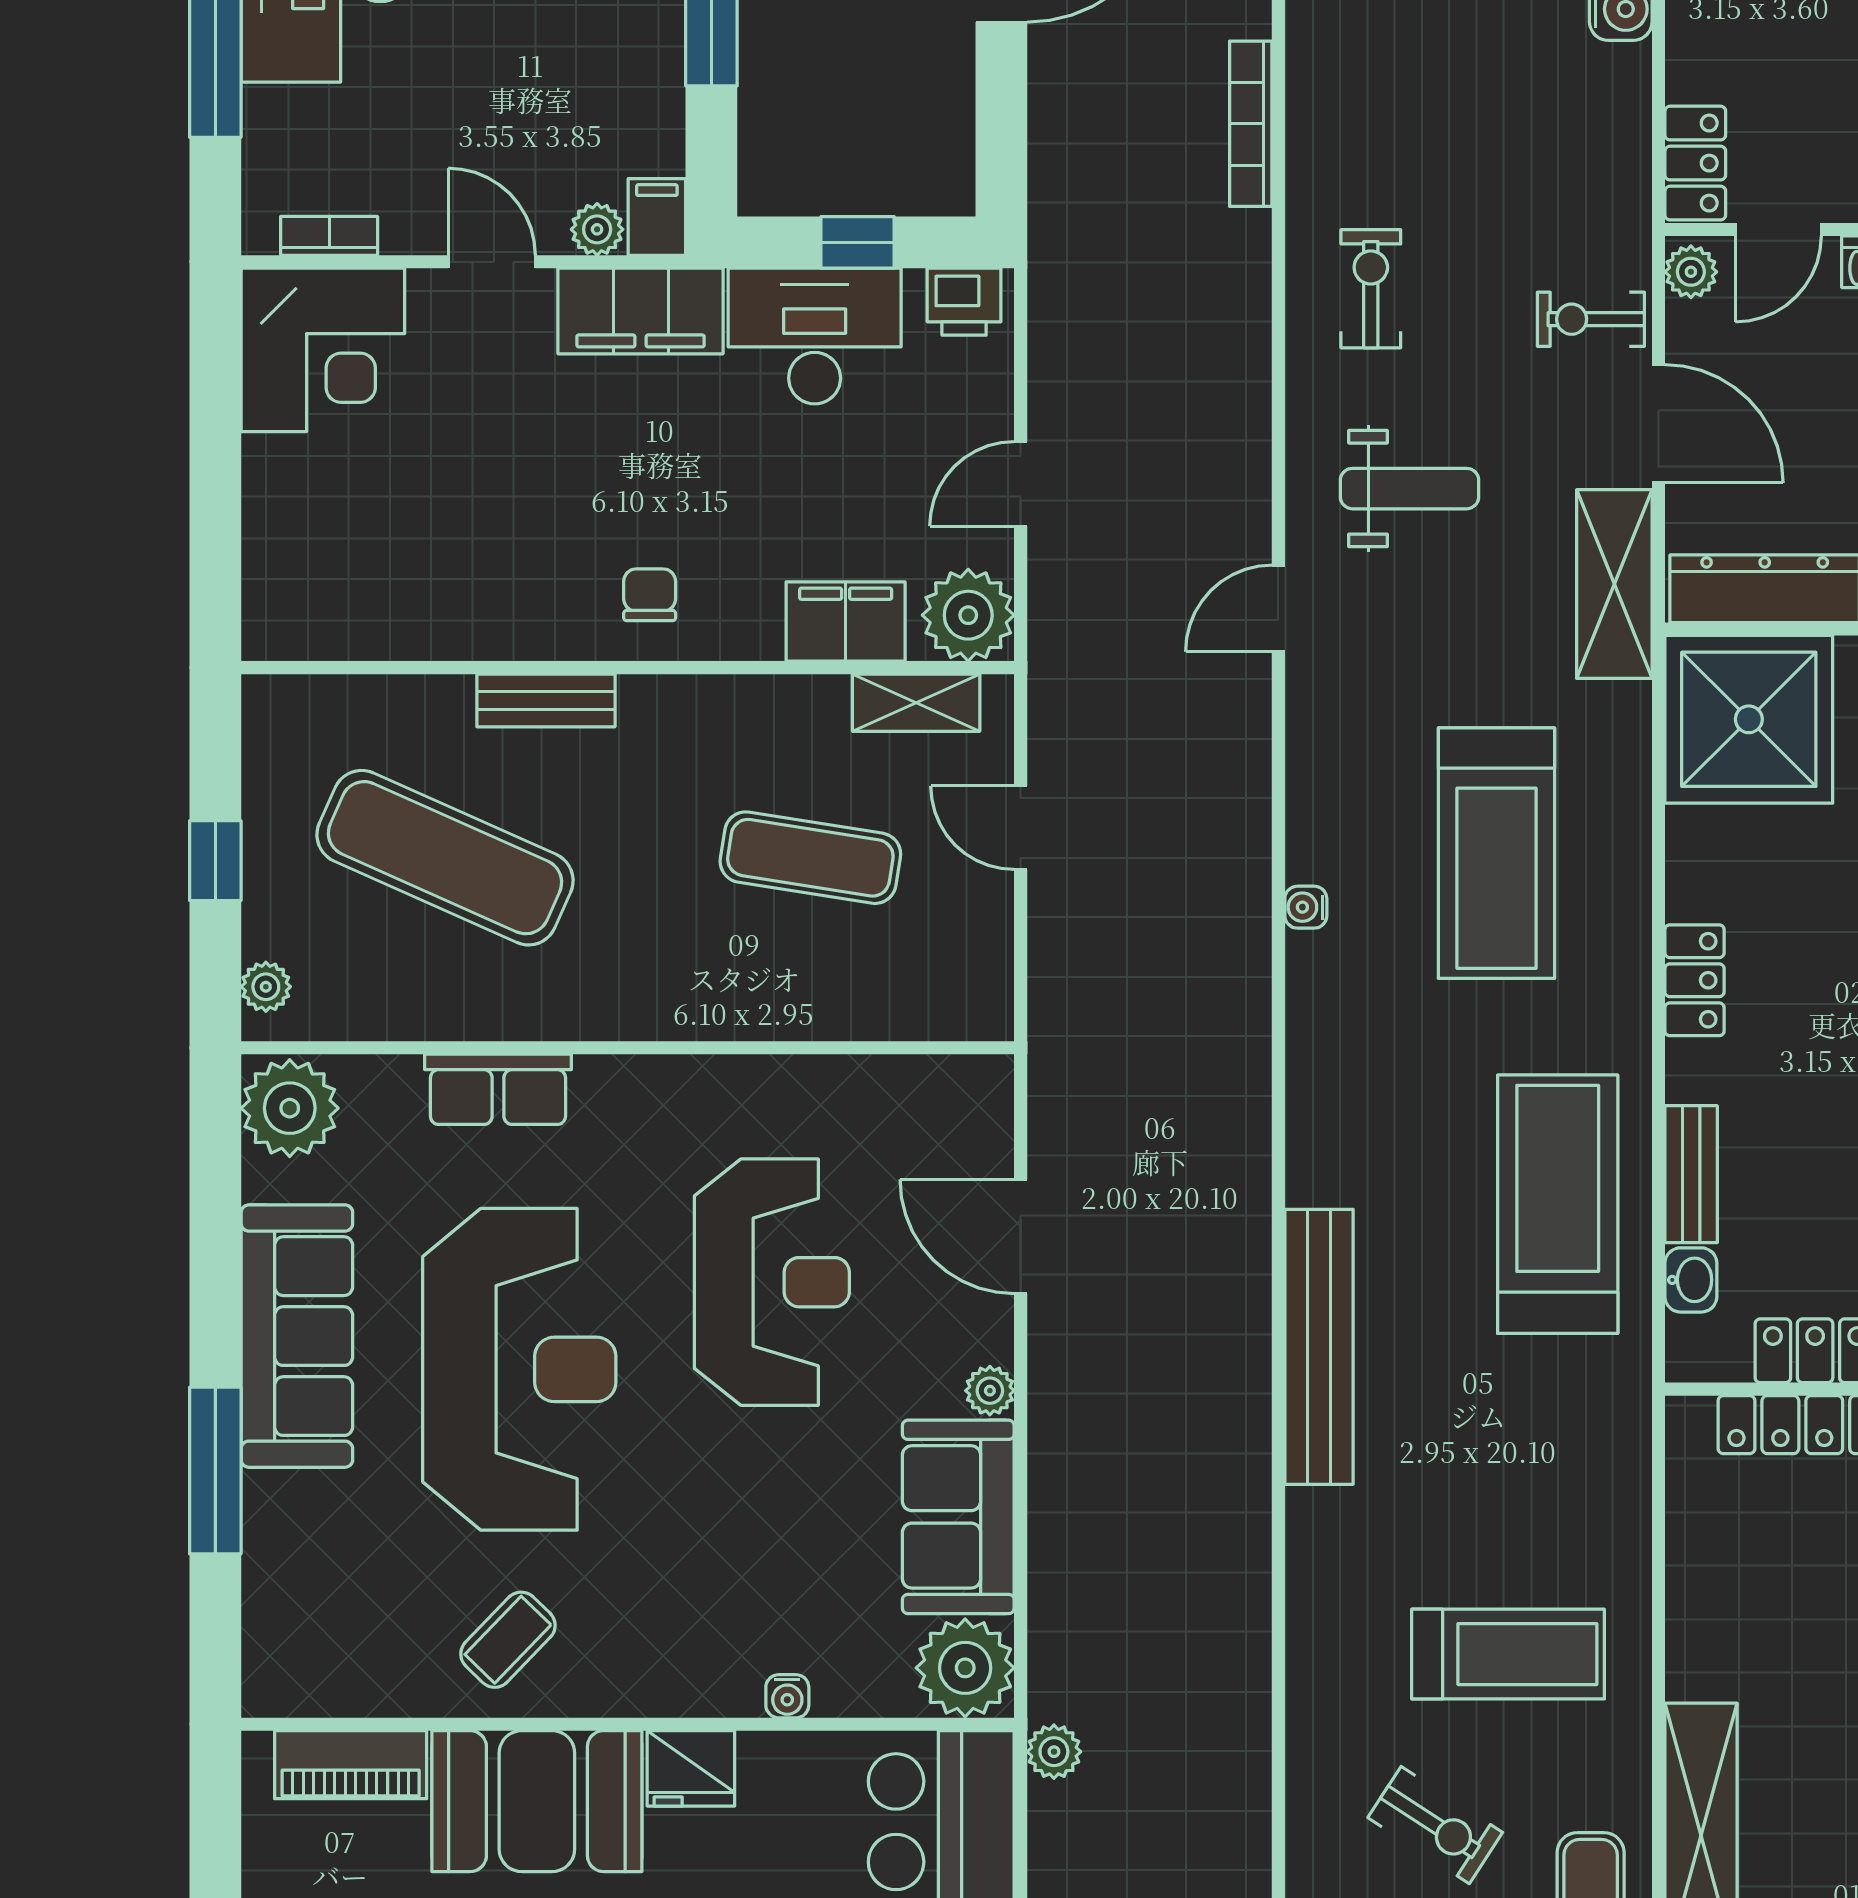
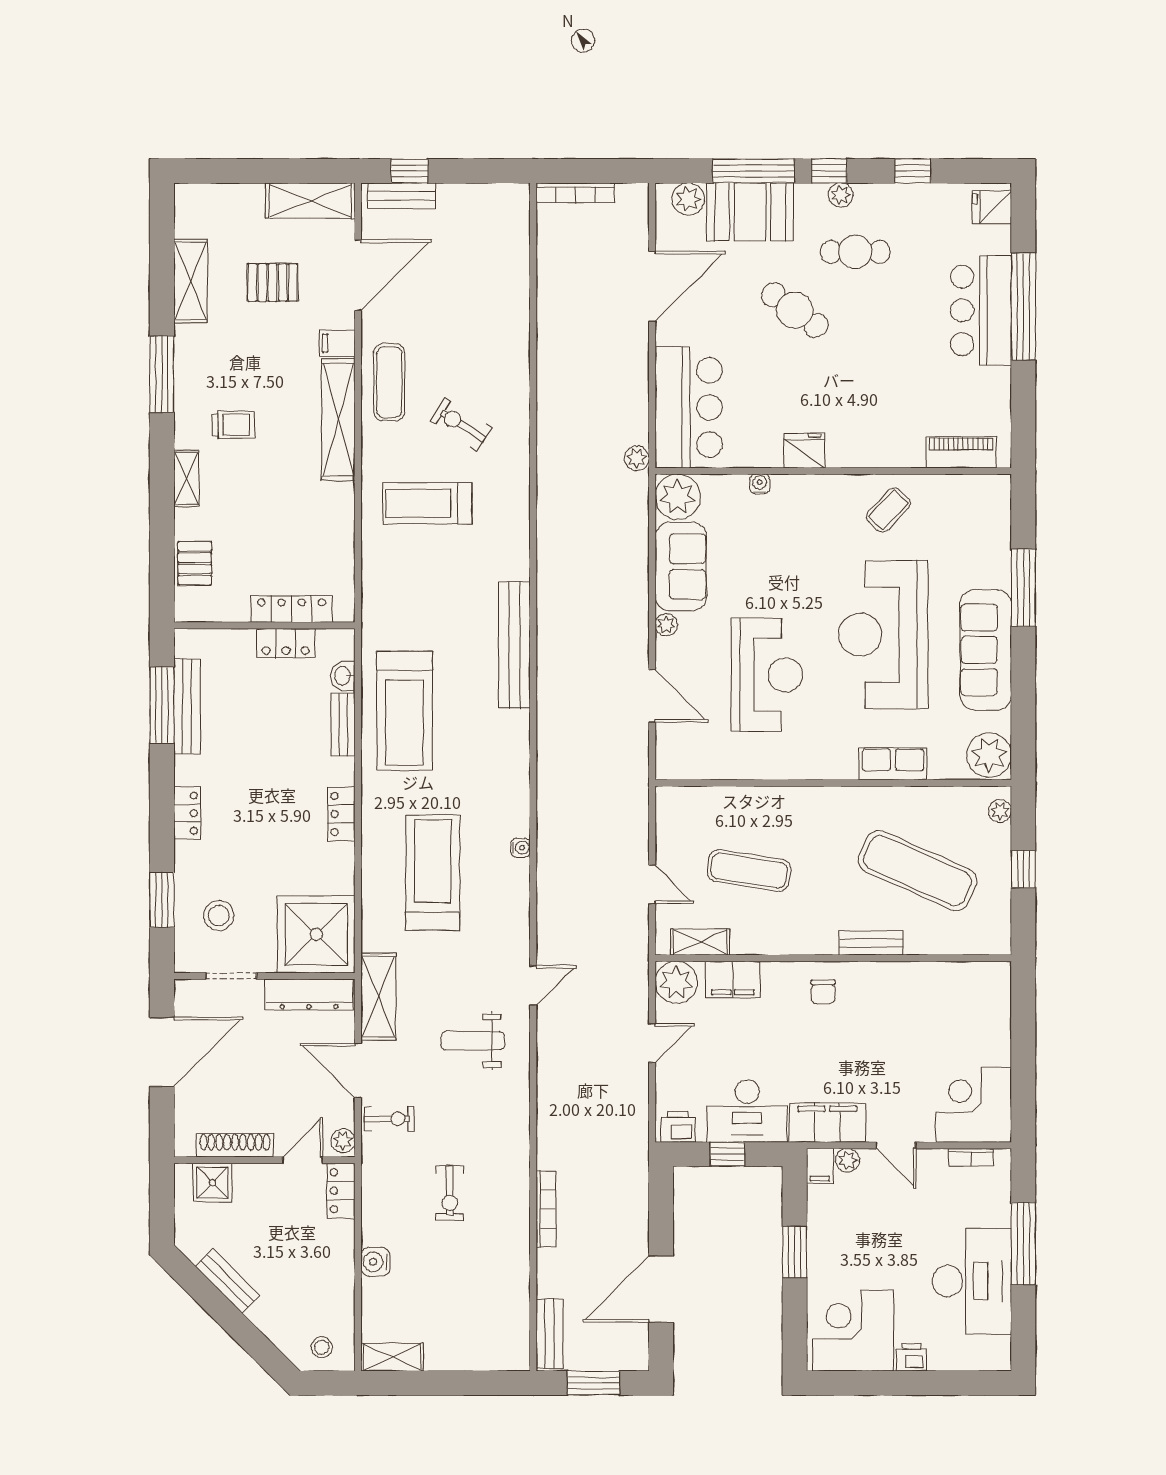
exercise bike: (1371, 289) -> (450, 1193), moved
reception desk: (772, 1282) -> (767, 675), turned 180
booth: (537, 1801) -> (875, 436), removed

